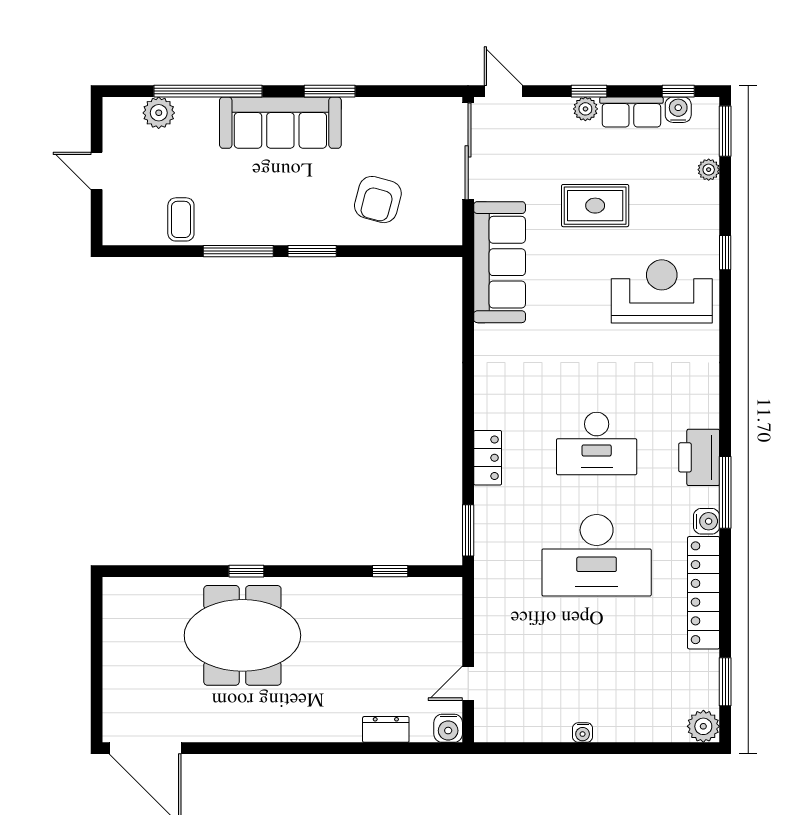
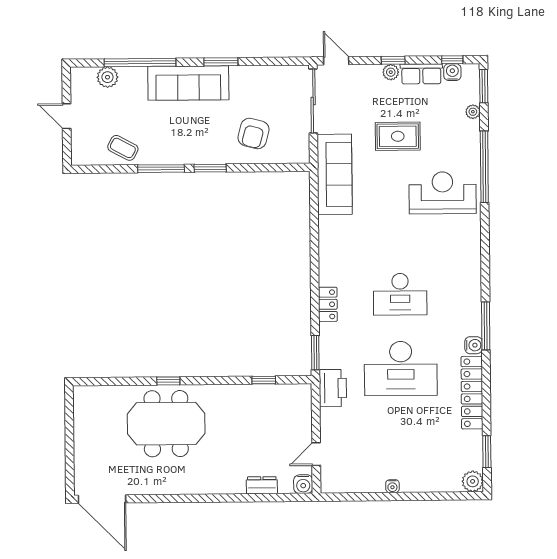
coffee table: (181, 219) -> (123, 148), turned -62
window: (725, 253) -> (484, 167), width x3.17
printer: (699, 457) -> (333, 388), moved, turned 180

